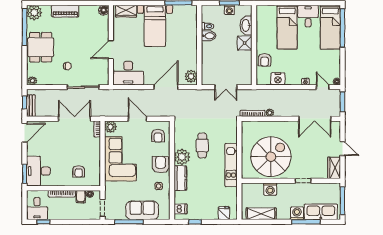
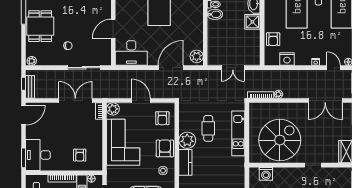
kitchen unit: (231, 165) -> (238, 133), moved
washing machine: (270, 189) -> (266, 174), moved

